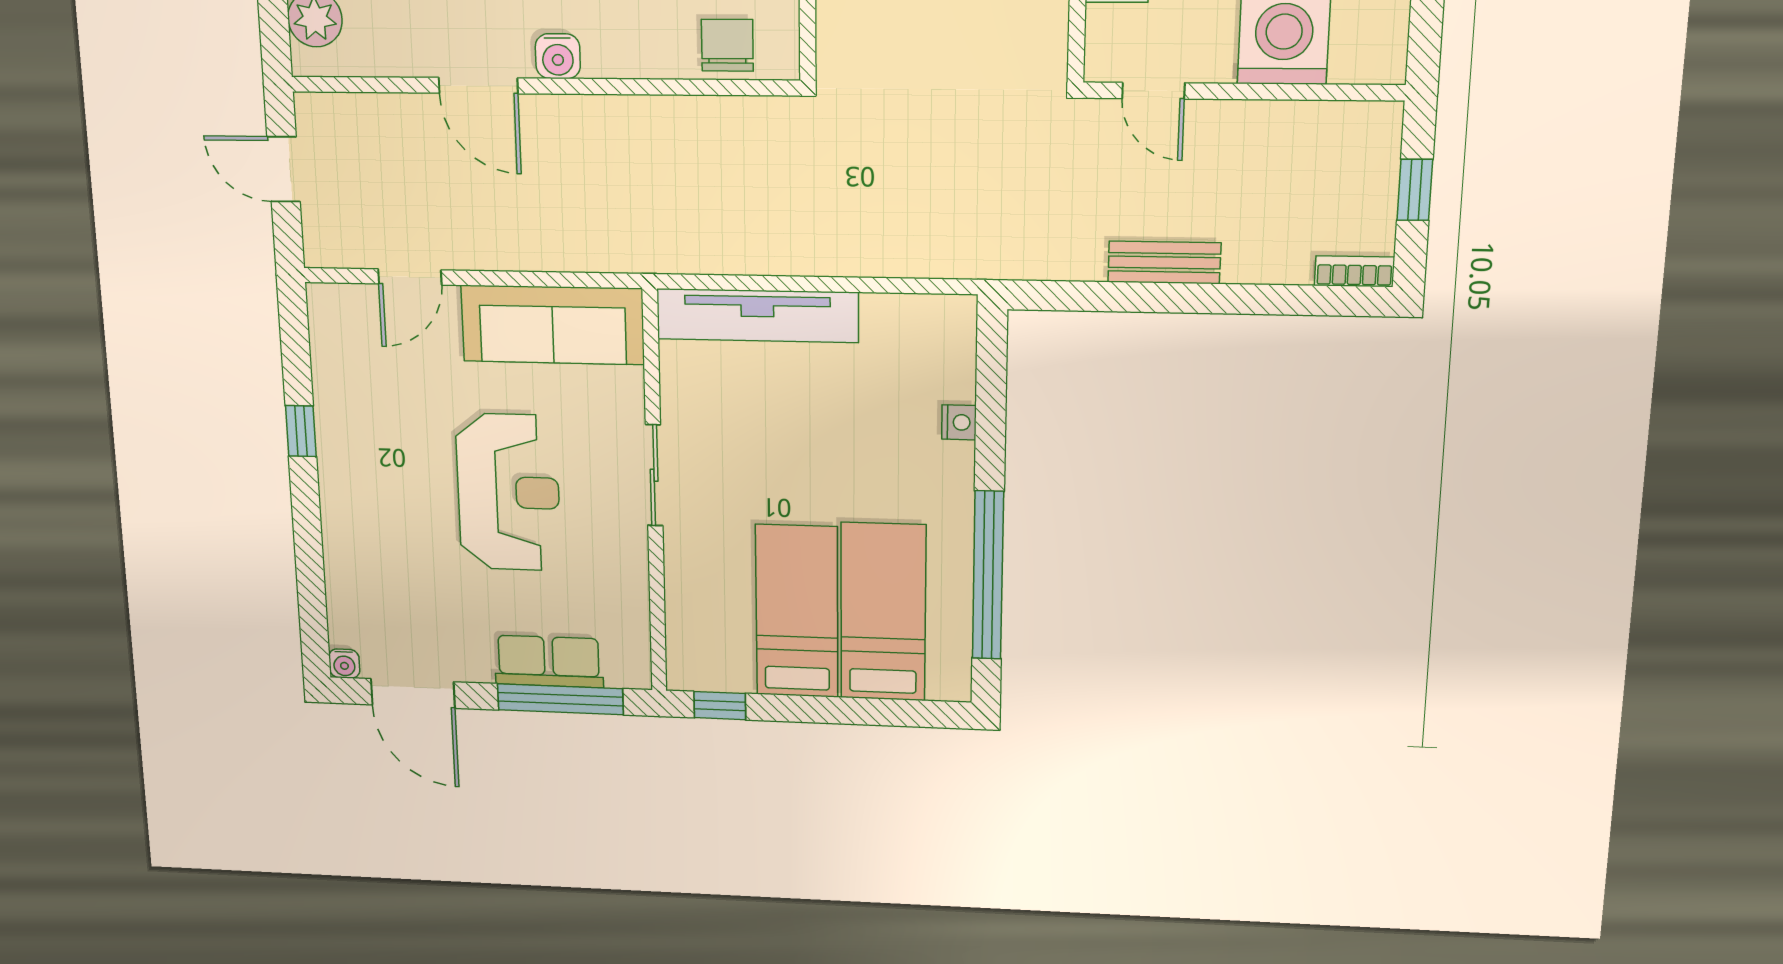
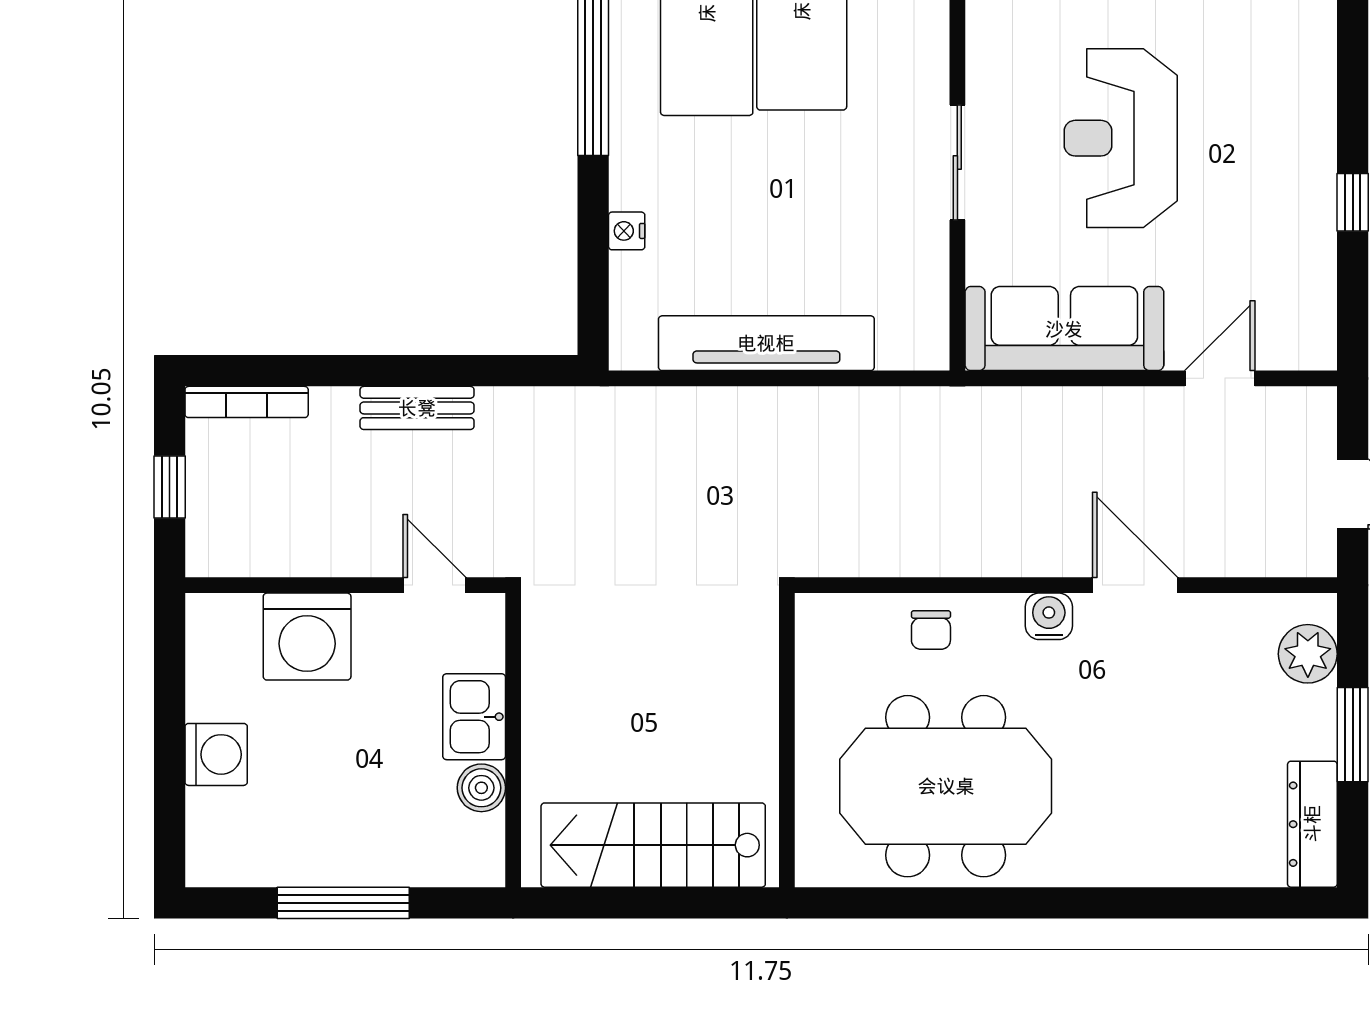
chair: (727, 45) -> (931, 630), moved, width x0.73, depth x0.73
bookcase: (1354, 271) -> (247, 402), width x1.56
tv unit: (757, 316) -> (766, 343), moved

